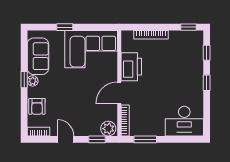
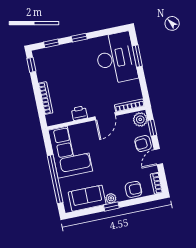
window: (65, 27) -> (55, 179), width x3.17
printer: (131, 67) -> (79, 113), width x0.53, depth x0.68
door: (119, 93) -> (105, 116), hinge flipped
desk: (184, 121) -> (116, 58), width x1.36, depth x1.30
armchair: (83, 126) -> (143, 144), added
window: (145, 139) -> (137, 56), moved

